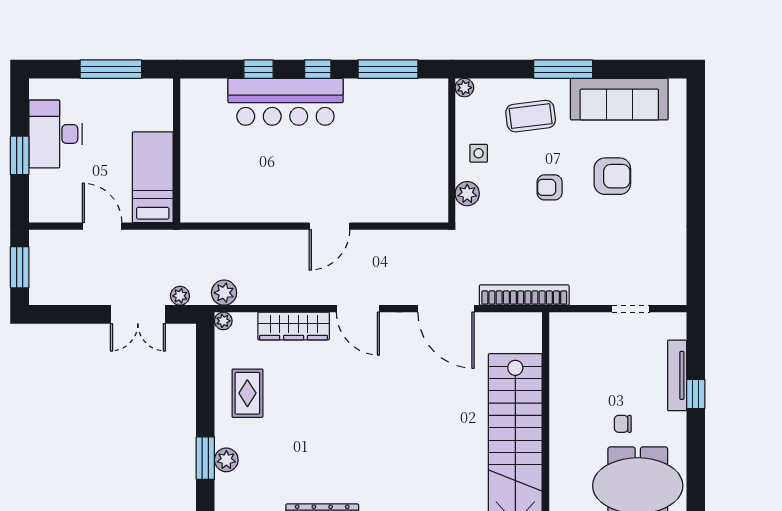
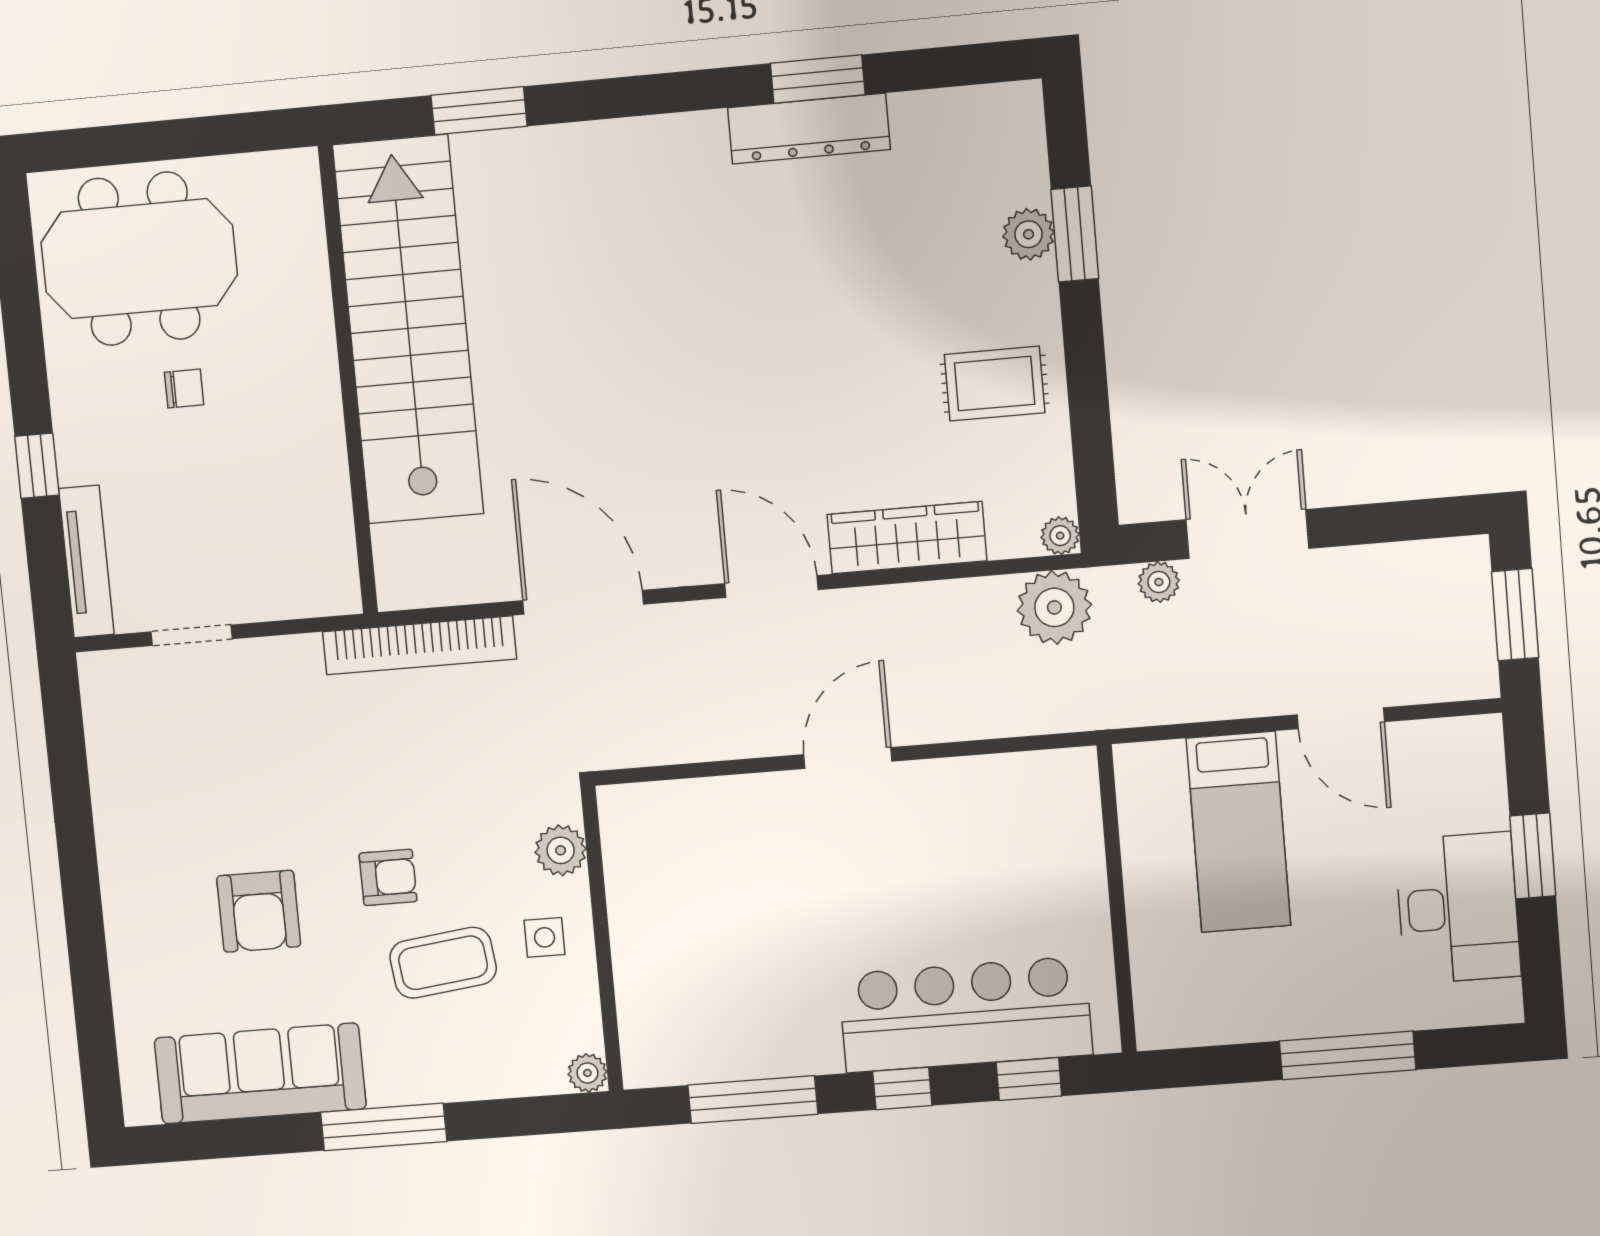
coffee table: (531, 116) -> (443, 963), moved
wall: (177, 151) -> (1117, 899), moved
armchair: (612, 176) -> (259, 911), turned -90
plant: (224, 293) -> (1054, 607), width x1.36, depth x1.36
tv unit: (677, 375) -> (86, 561), moved
rug: (247, 393) -> (995, 384), turned 90

